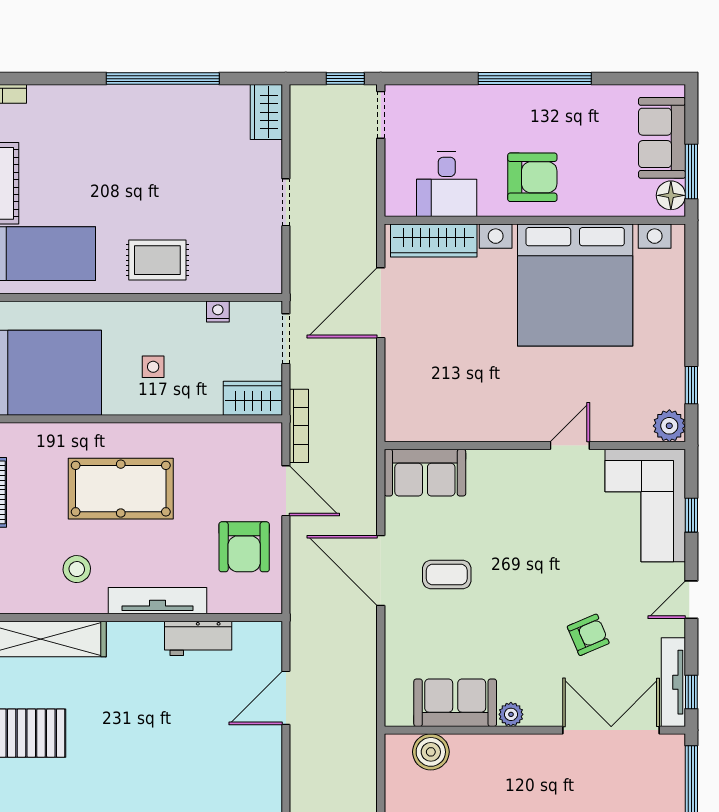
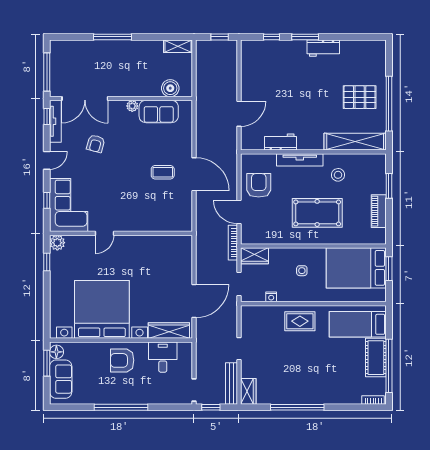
bench: (302, 129) -> (231, 384), added
sofa: (425, 473) -> (173, 221), removed
armchair: (588, 635) -> (96, 144), turned -52

